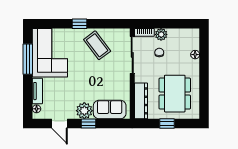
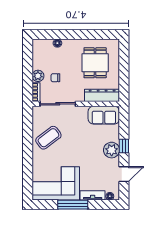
window: (79, 24) -> (28, 155), removed
window: (28, 59) -> (73, 205), moved
dining table: (175, 94) -> (95, 63), width x0.73
sofa: (110, 110) -> (104, 115), moved, turned -90
window: (167, 124) -> (124, 70), removed

